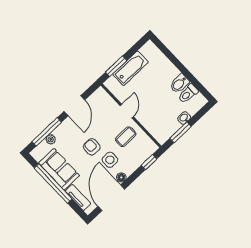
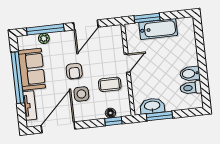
washbasin: (184, 118) -> (152, 106), moved, width x1.91, depth x1.45
armchair: (92, 147) -> (74, 71), turned 180
floor lamp: (121, 177) -> (110, 113), moved

